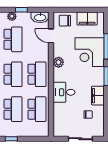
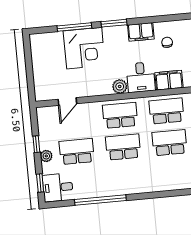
washbasin: (40, 17) -> (44, 118), removed
filing cabinet: (87, 18) -> (169, 80), moved, turned -90
chair: (65, 21) -> (45, 85), removed
plant: (59, 62) -> (120, 86), moved

